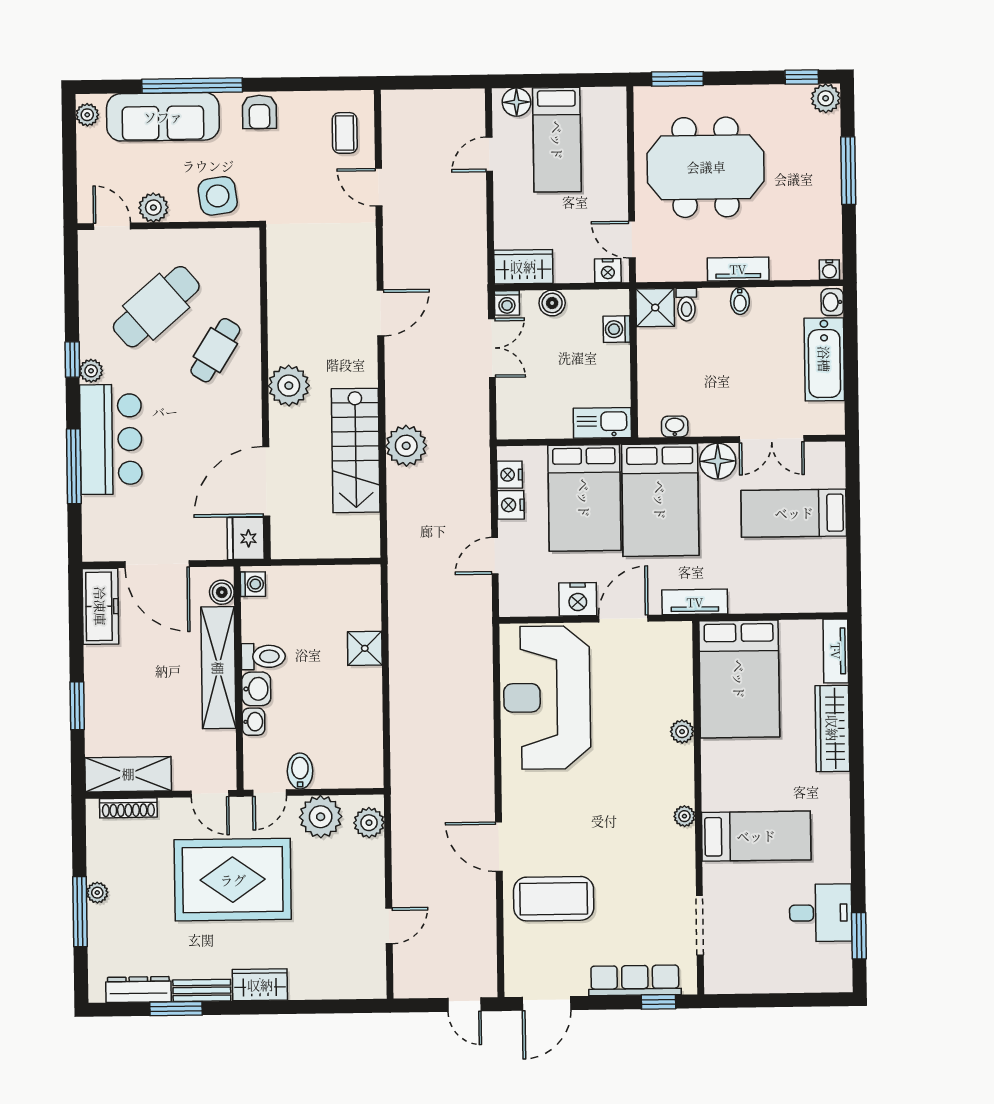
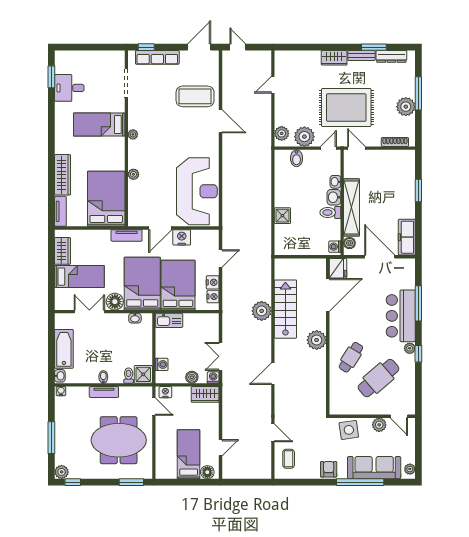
wardrobe: (830, 567) -> (63, 251), added
bidet: (300, 771) -> (297, 158), moved
shelving: (128, 774) -> (395, 158), removed
plant: (97, 893) -> (406, 107), width x1.88, depth x1.88

